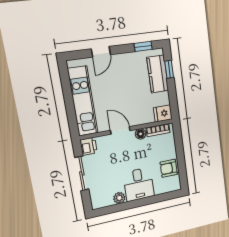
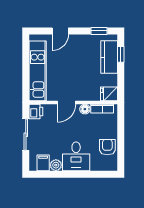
door: (120, 130) -> (67, 103), swing flipped
armchair: (169, 168) -> (107, 147), turned 90
filing cabinet: (106, 199) -> (43, 163), added

